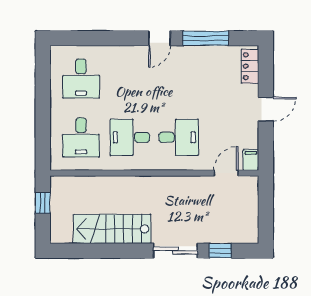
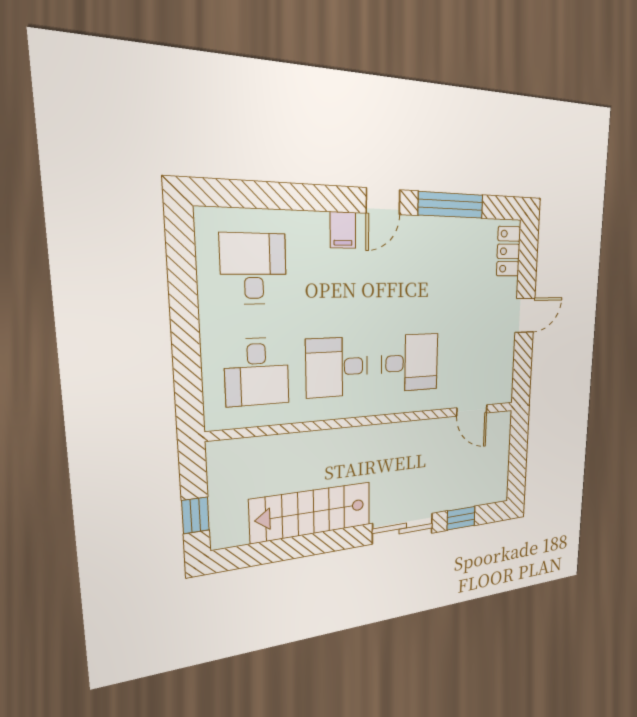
desk: (81, 78) -> (253, 269), turned 180
filing cabinet: (251, 160) -> (343, 230), moved, turned 180
door: (226, 173) -> (472, 410), swing flipped
window: (43, 203) -> (195, 515), moved

